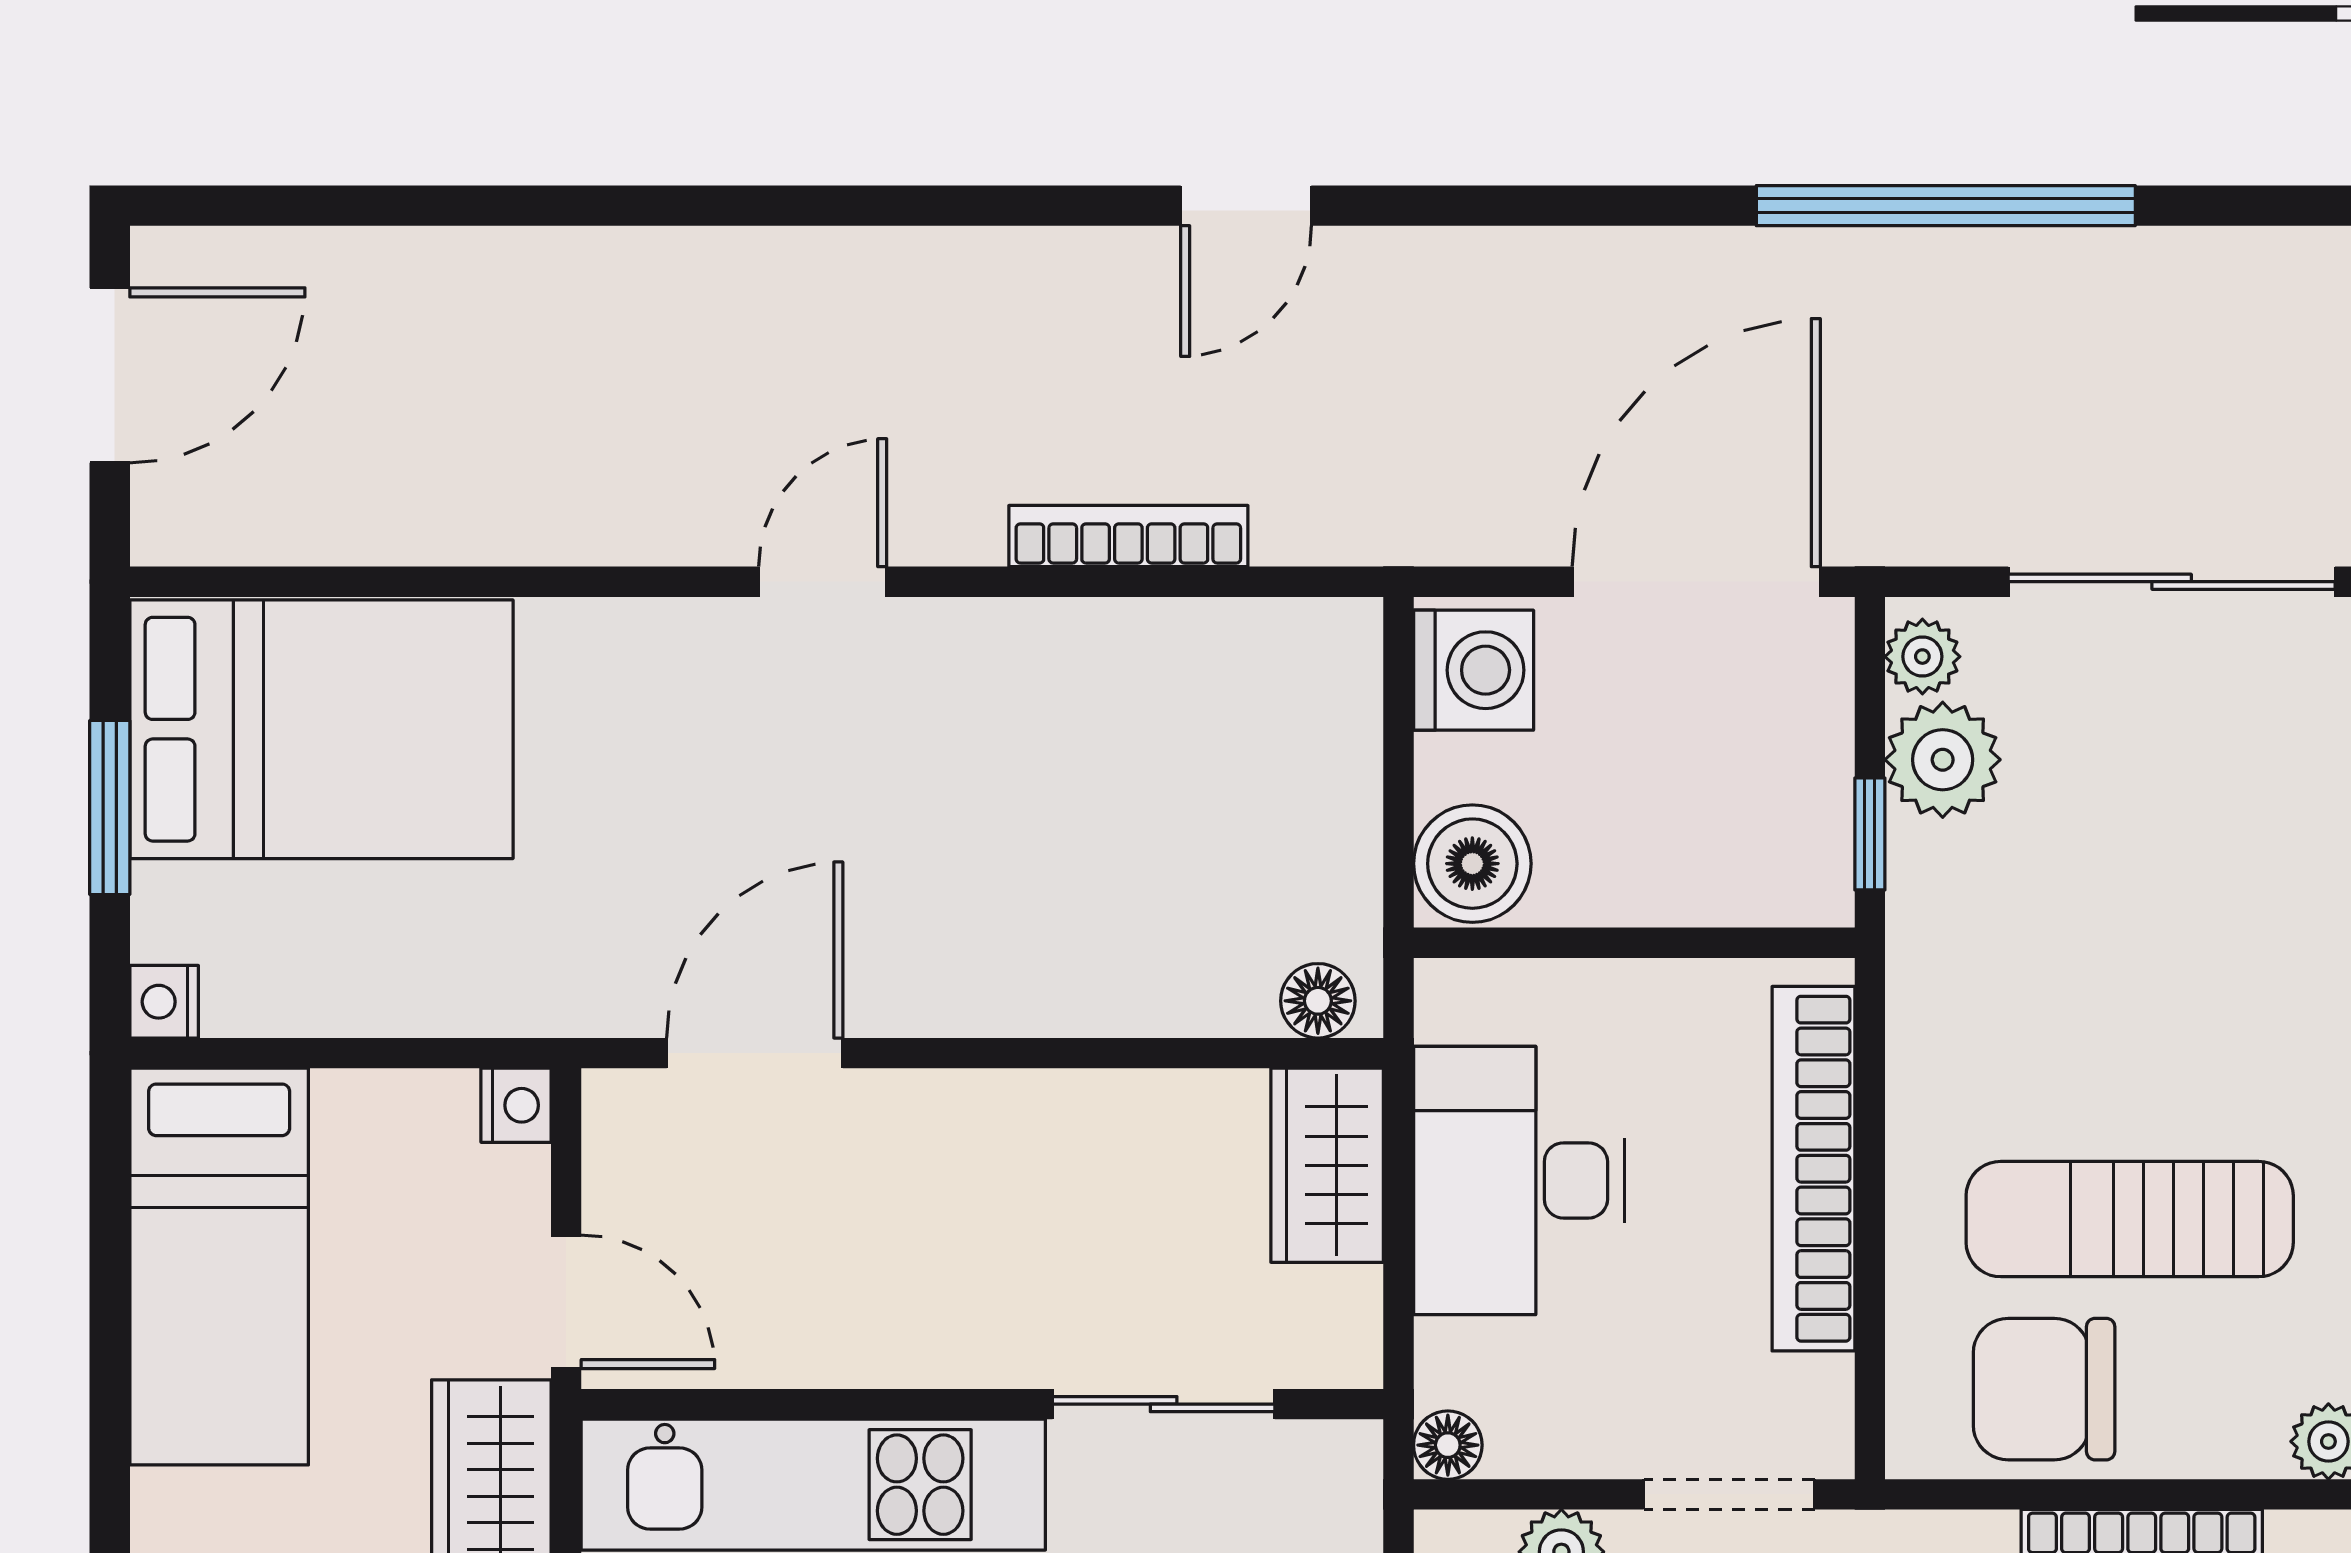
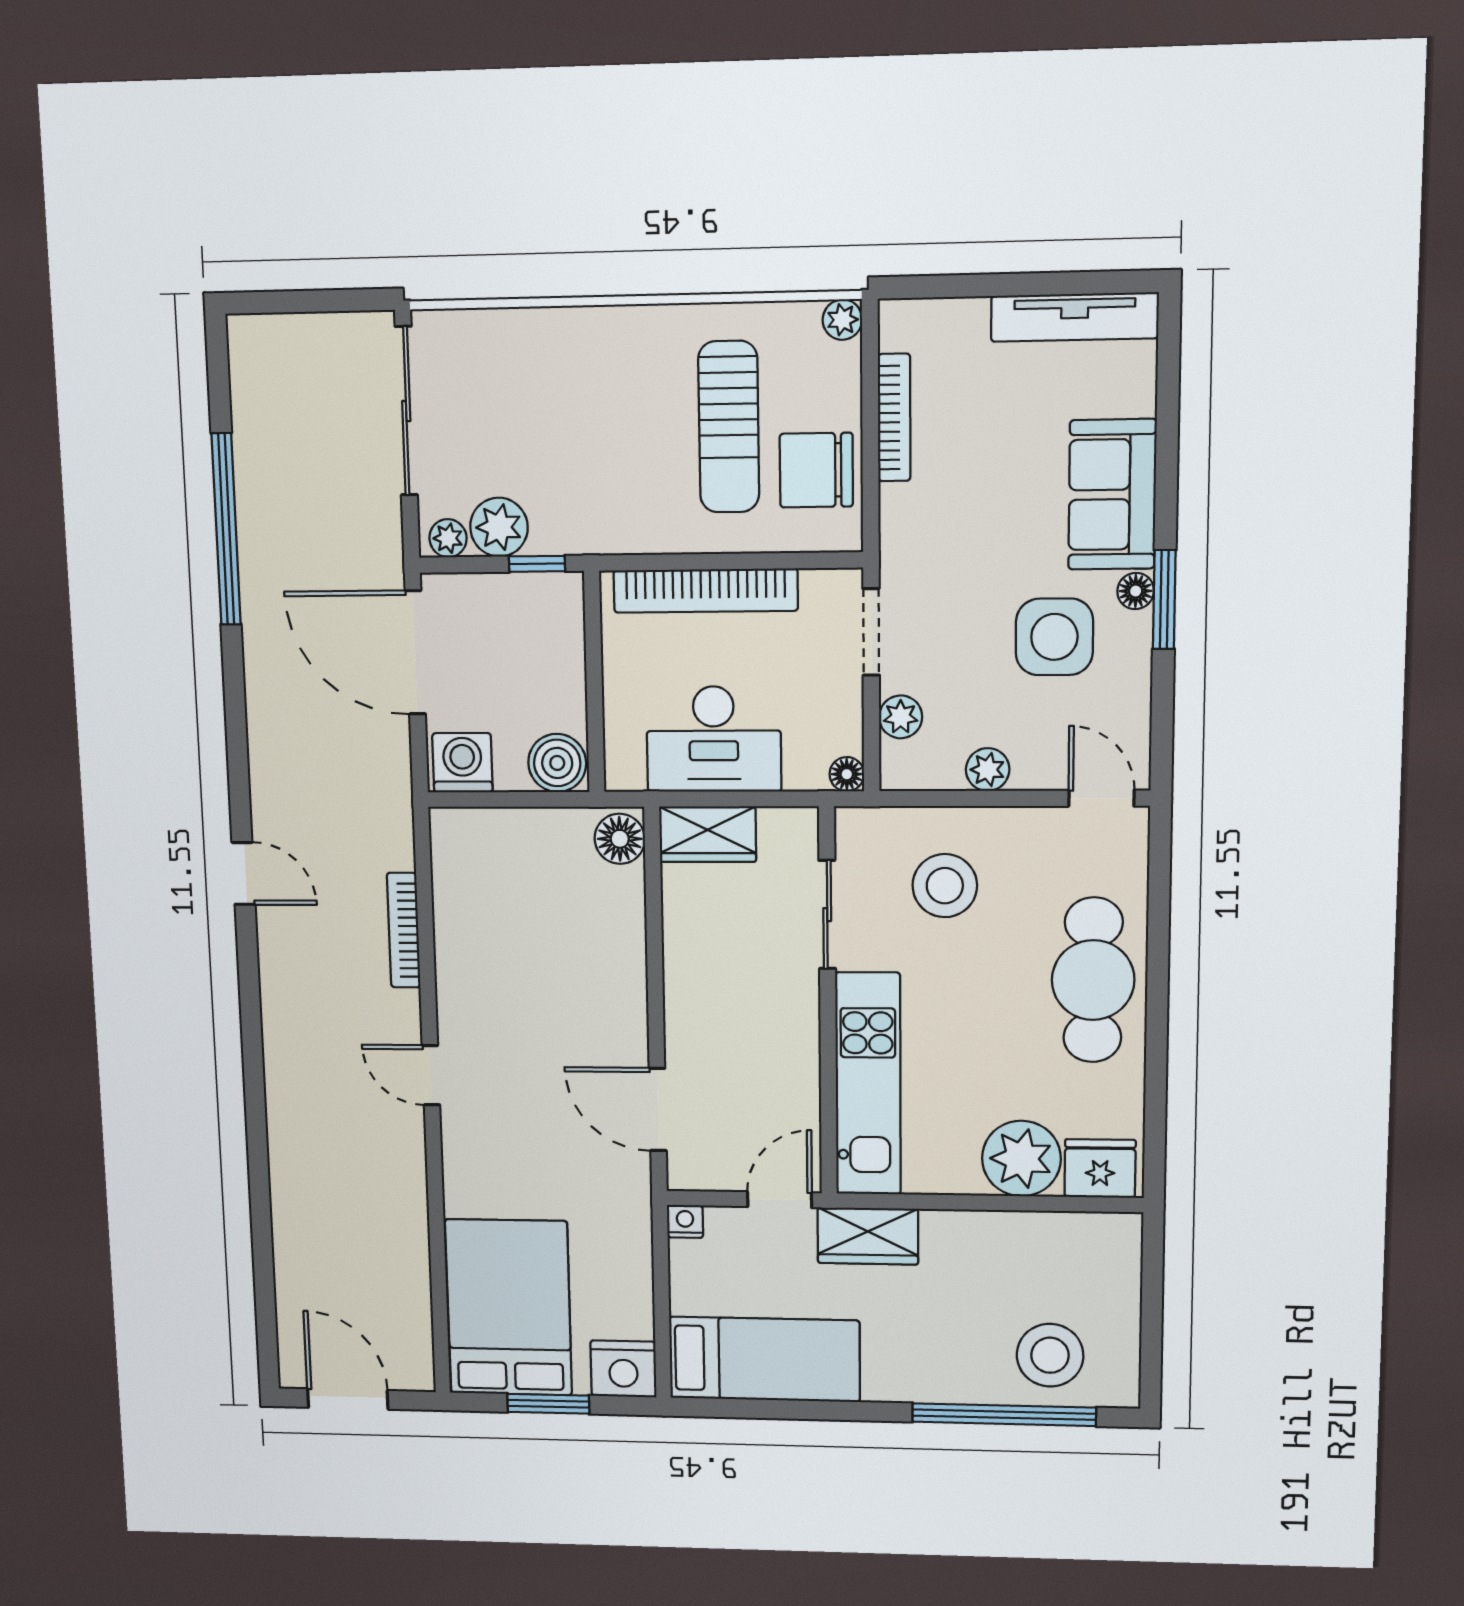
floor lamp: (1318, 1001) -> (620, 839), width x1.37, depth x1.37
nightstand: (164, 1002) -> (623, 1369), width x1.89, depth x1.79
chair: (2044, 1389) -> (816, 470), turned 90

